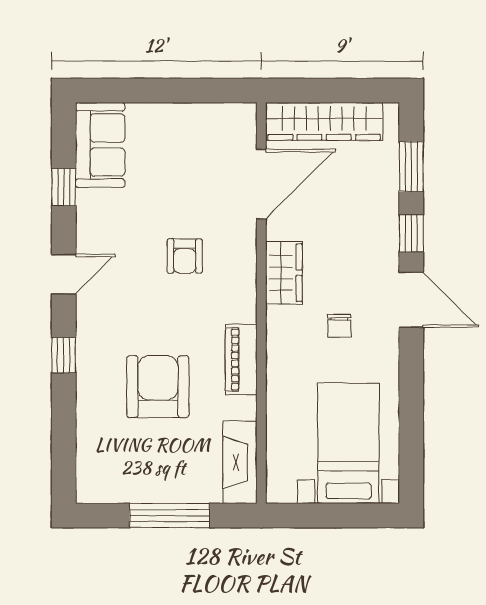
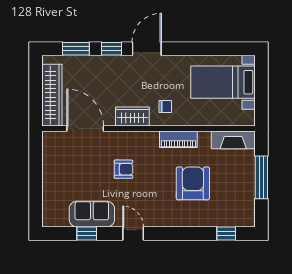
sofa: (100, 145) -> (92, 214), moved
chair: (339, 326) -> (165, 106), moved
window: (64, 355) -> (226, 234), moved
armchair: (158, 387) -> (193, 183), turned 90

